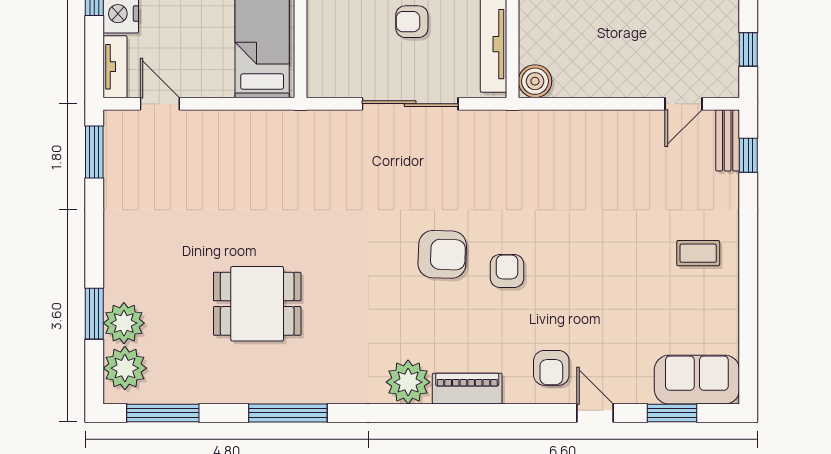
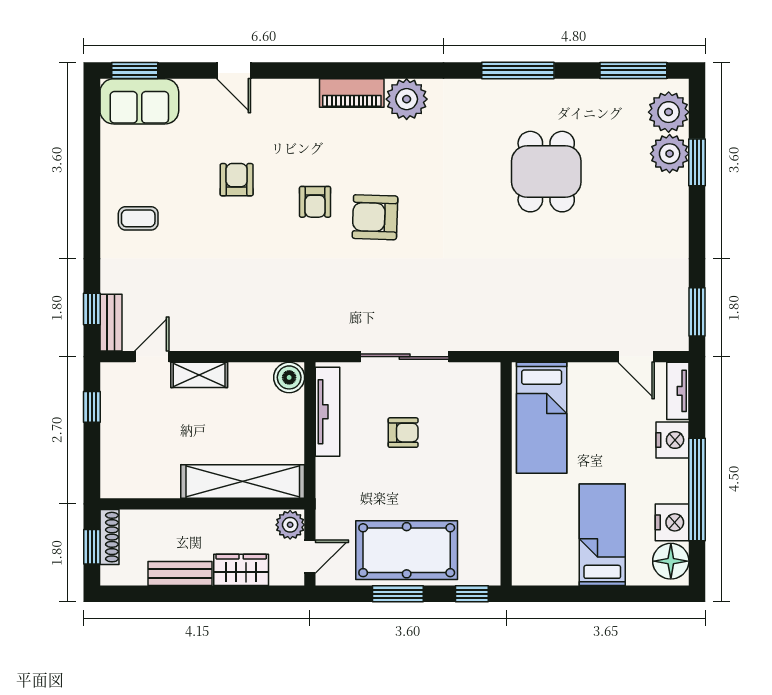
shelving: (632, 84) -> (199, 375), added
dining table: (257, 304) -> (546, 172), turned 90
armchair: (551, 368) -> (237, 180), moved
window: (672, 413) -> (135, 70), moved

